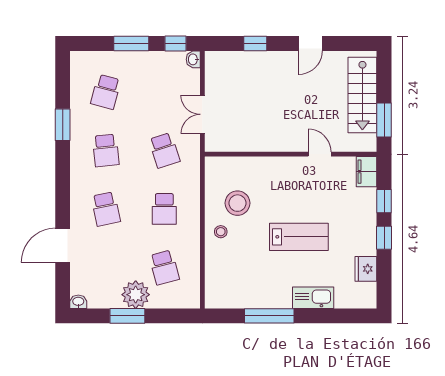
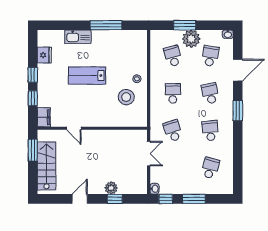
plant: (261, 61) -> (111, 188), added
window: (63, 125) -> (238, 111), moved
school desk: (106, 267) -> (210, 56), added
window: (127, 316) -> (185, 25), moved

